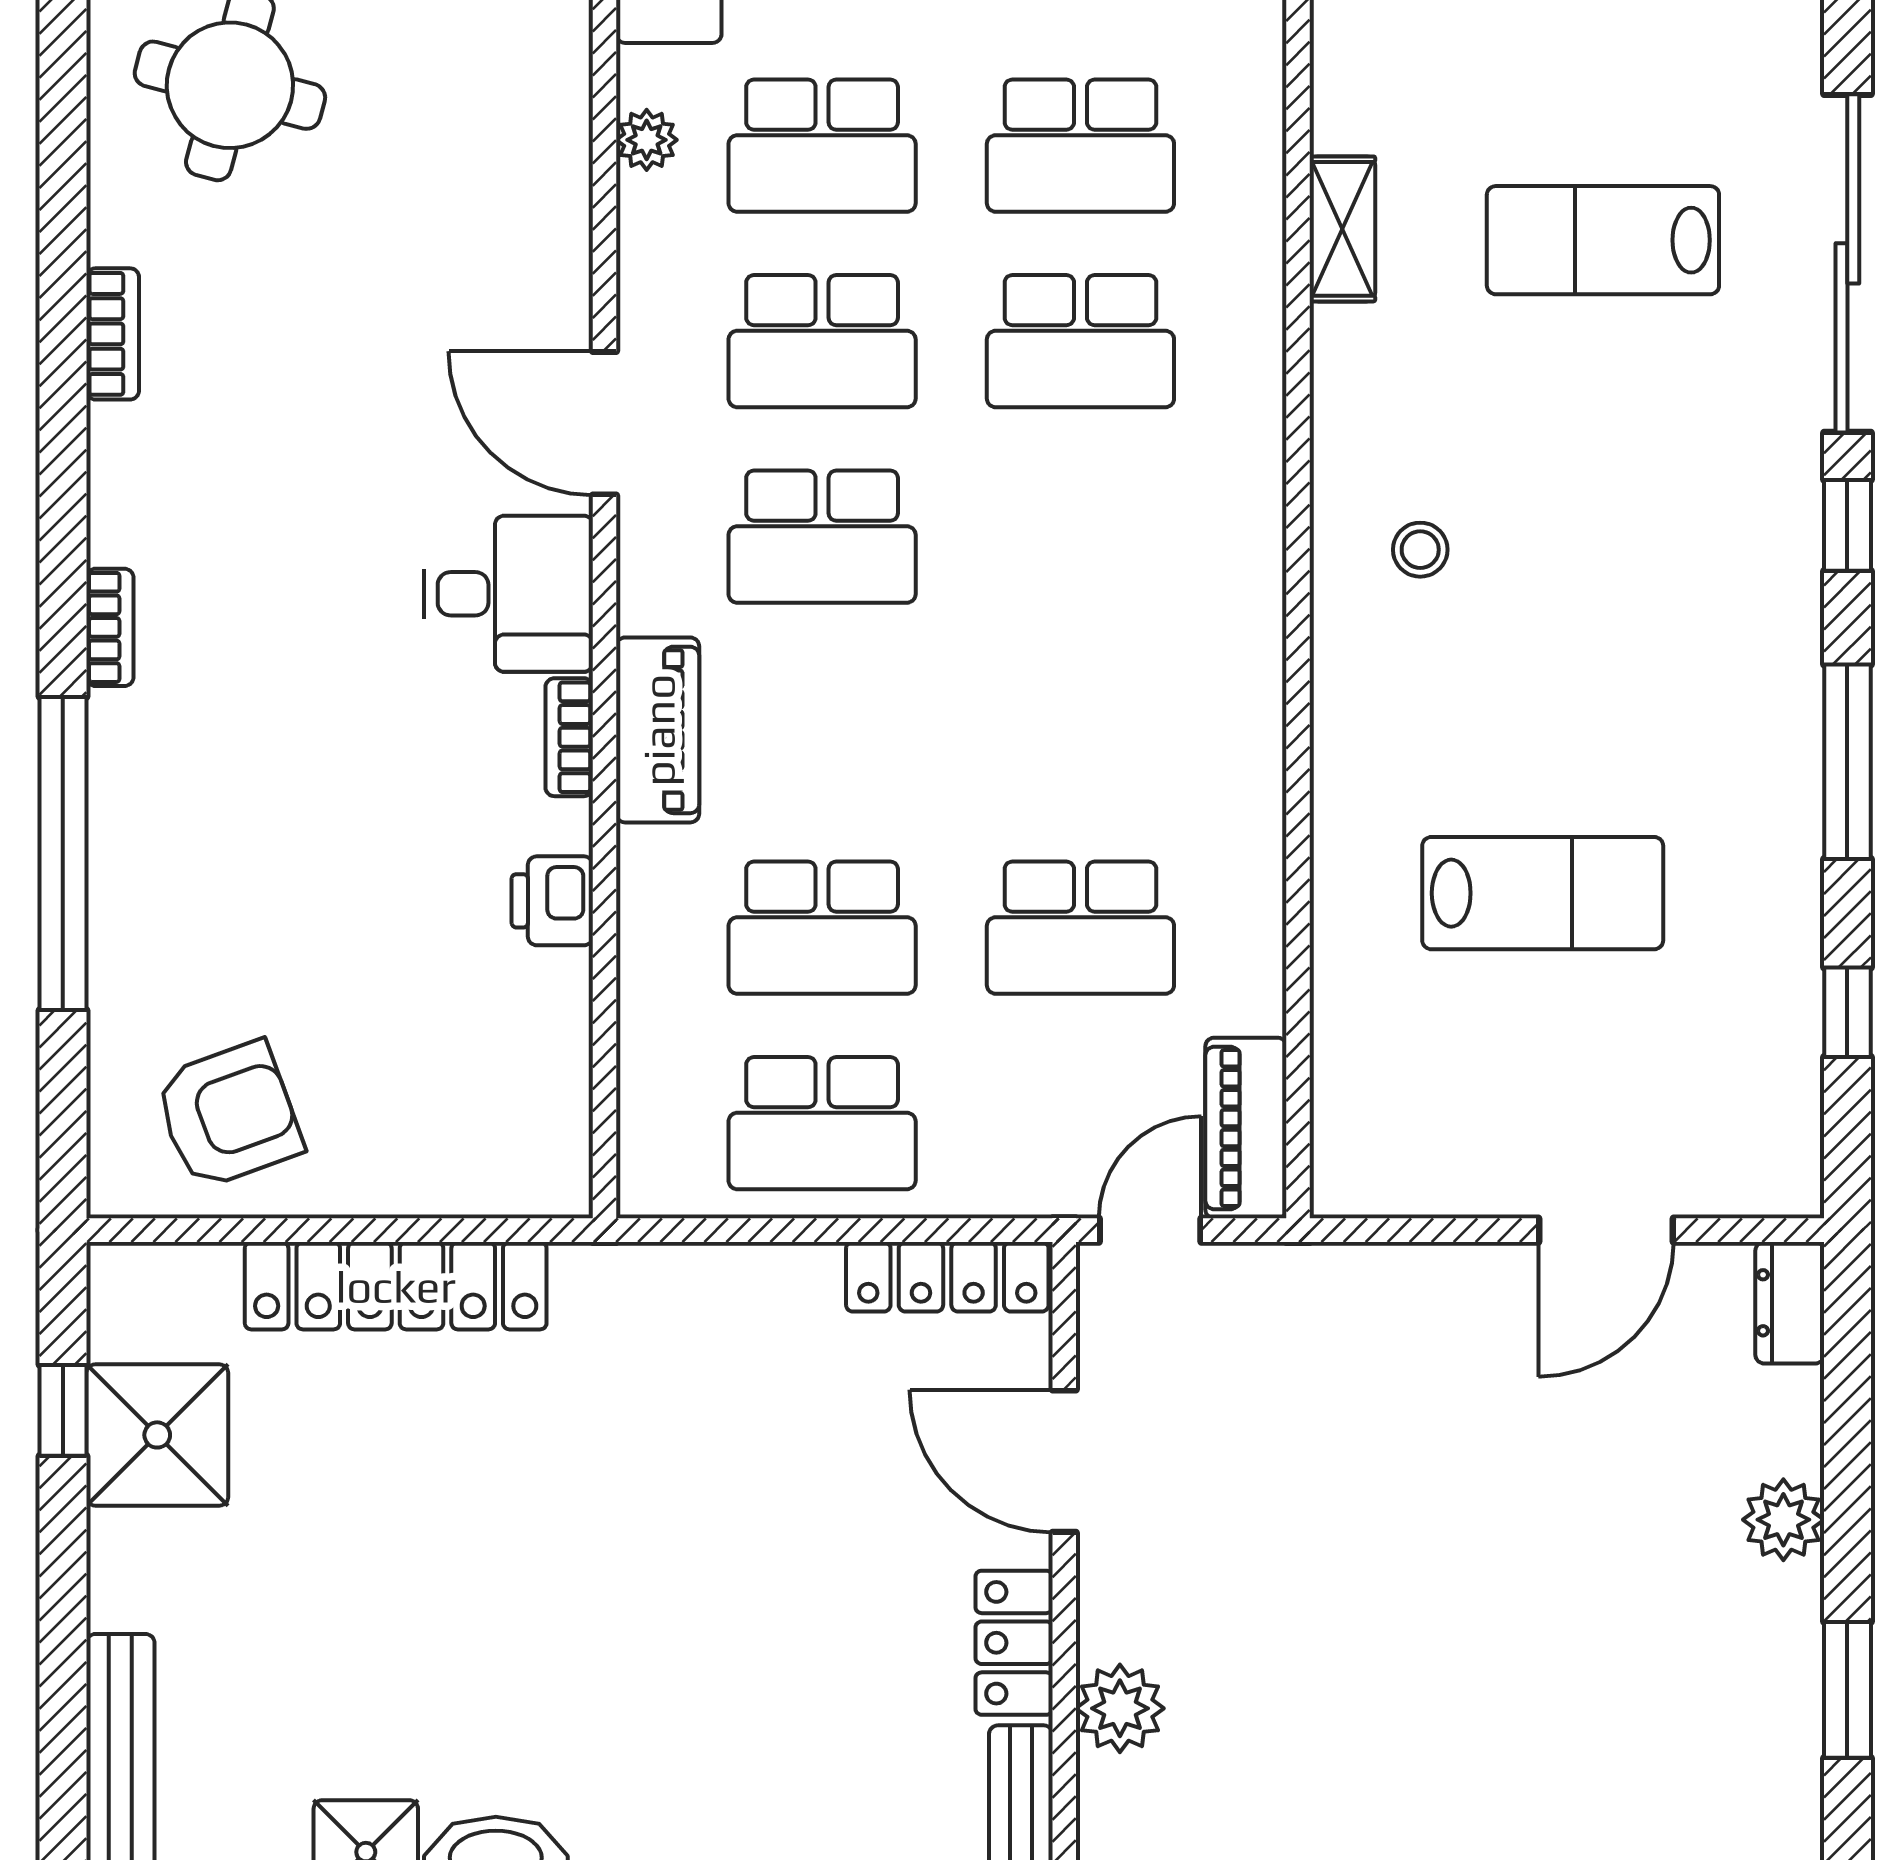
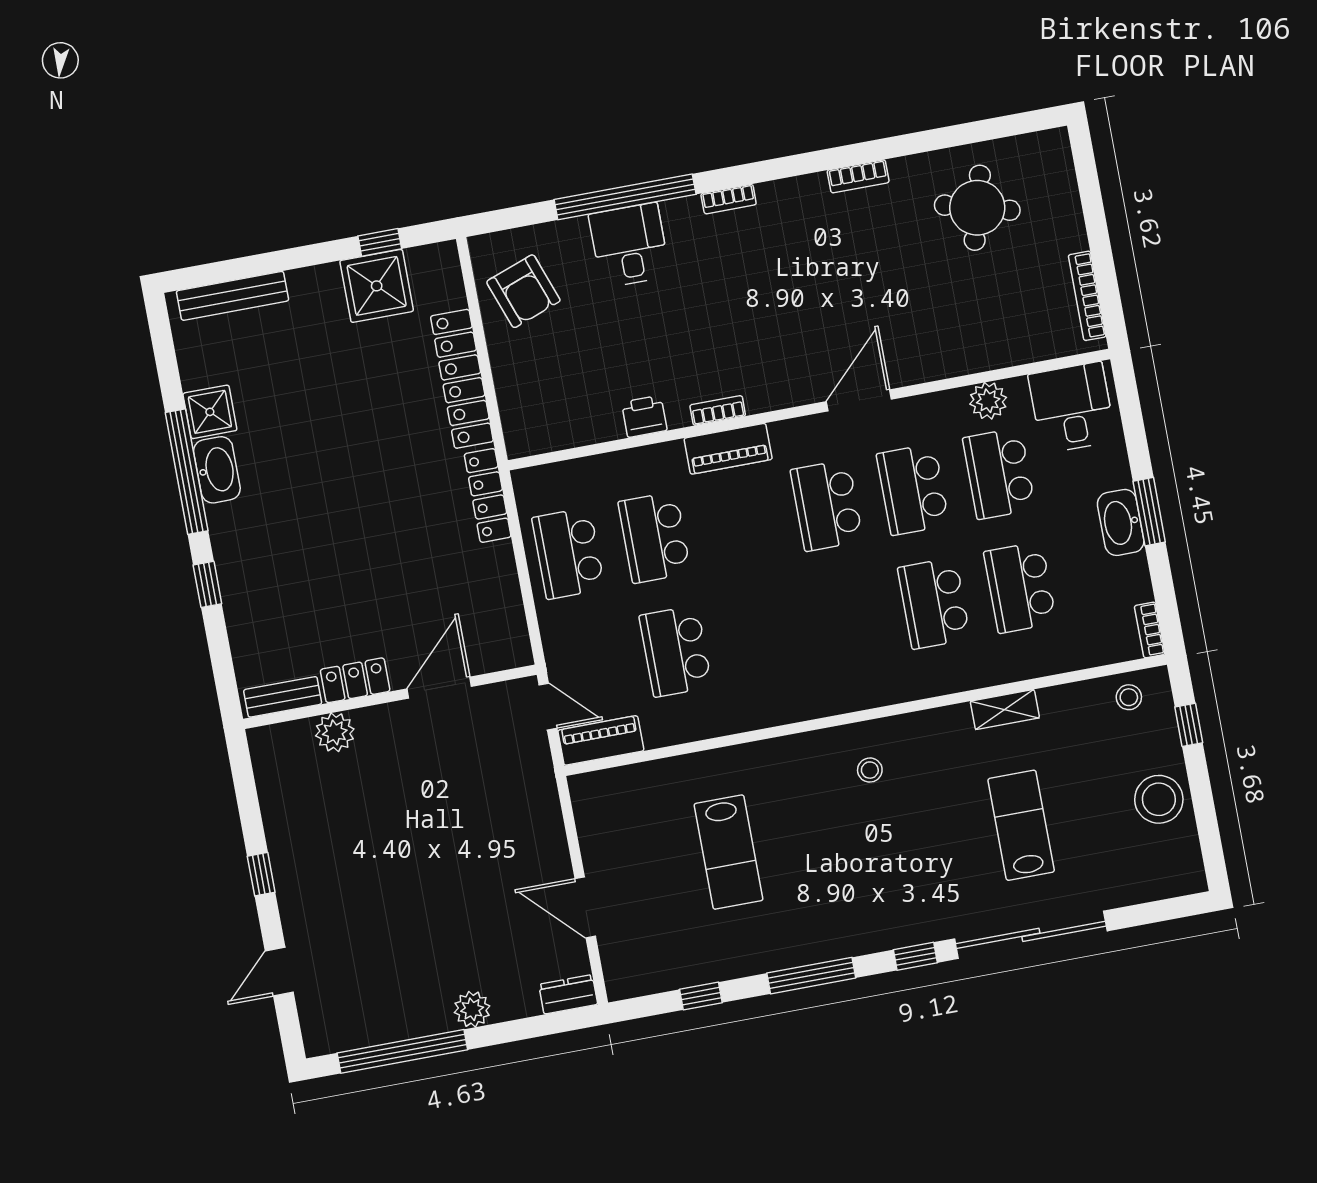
plant: (647, 140) -> (988, 401), width x1.38, depth x1.38
desk: (509, 594) -> (629, 245), moved, turned 180
locker: (947, 1277) -> (488, 495), moved
window: (1847, 1690) -> (402, 1051), width x2.11

